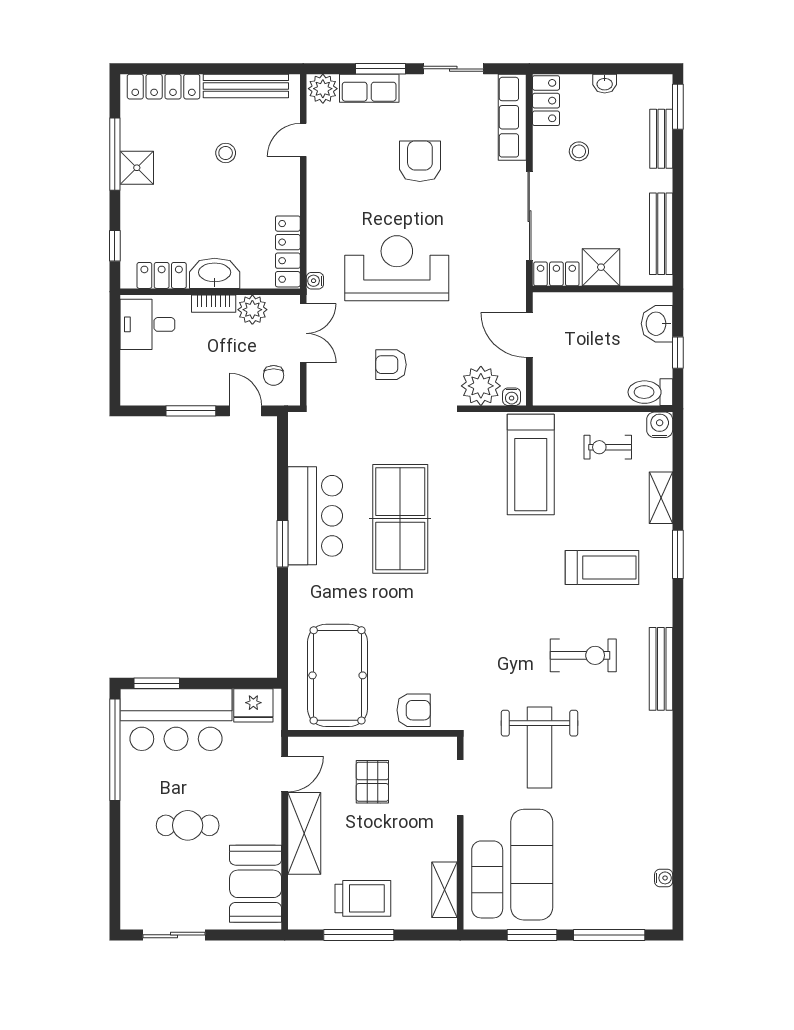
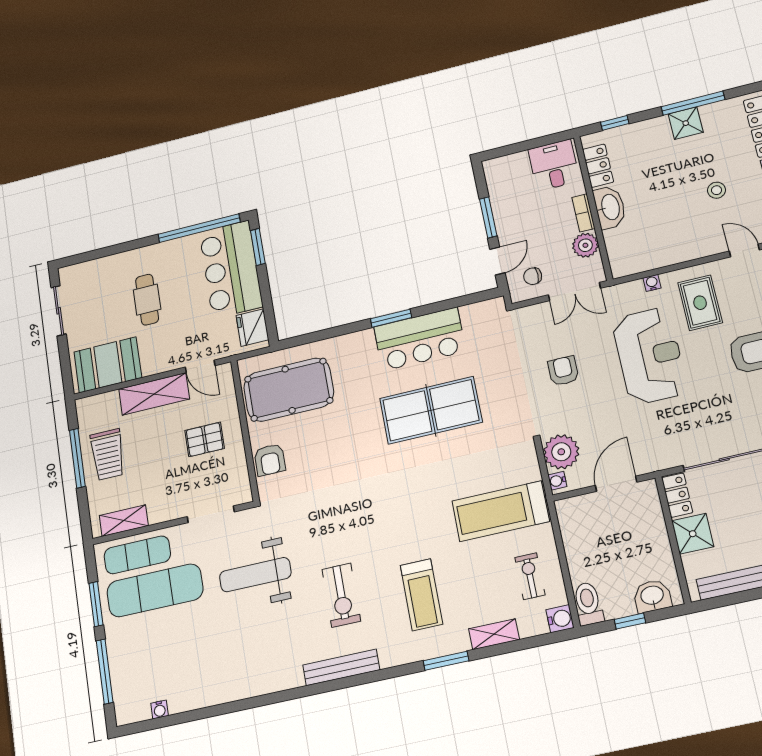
rug: (351, 201) -> (700, 303), added
locker: (288, 251) -> (643, 262), removed
water cooler: (315, 281) -> (652, 283), moved

